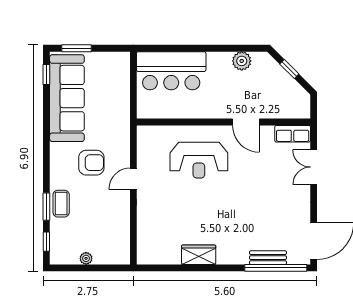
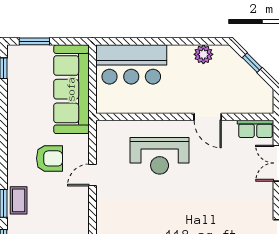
sofa: (67, 98) -> (71, 89), moved, turned 180

